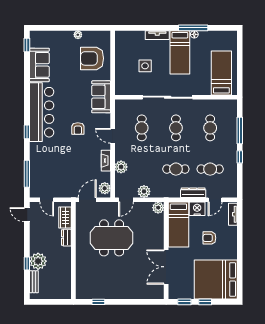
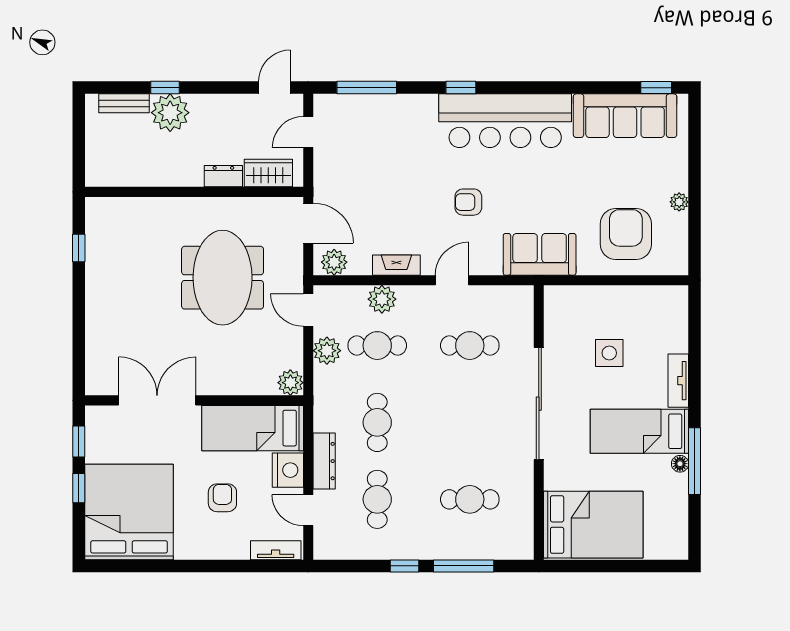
sofa: (39, 65) -> (625, 116), width x1.36
bed: (221, 73) -> (593, 525), width x1.50
cafe table: (176, 128) -> (377, 346), moved

